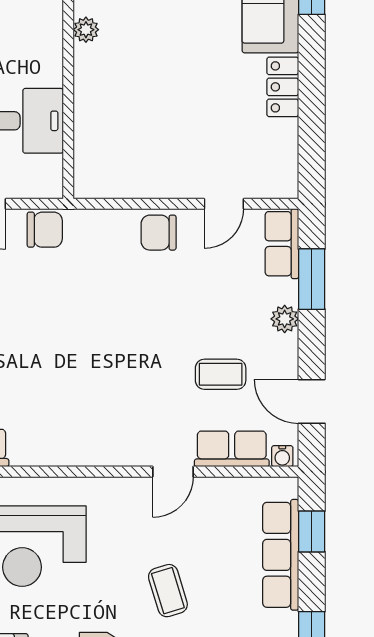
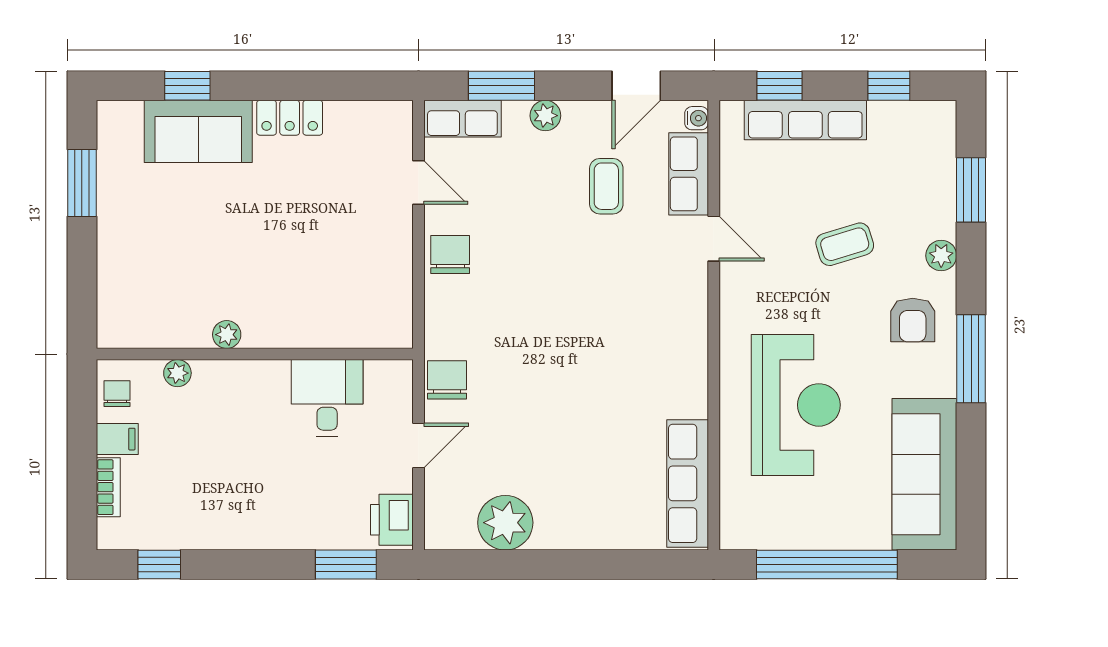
chair: (159, 233) -> (450, 255), turned 180

